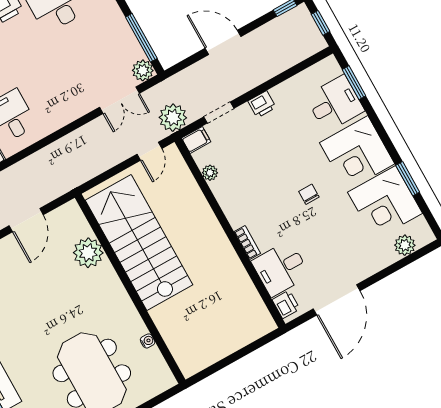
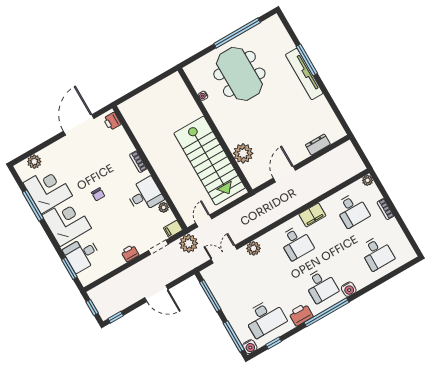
plant: (143, 70) -> (253, 248), moved
window: (408, 179) -> (33, 206), width x1.44
desk: (281, 268) -> (145, 195), moved

